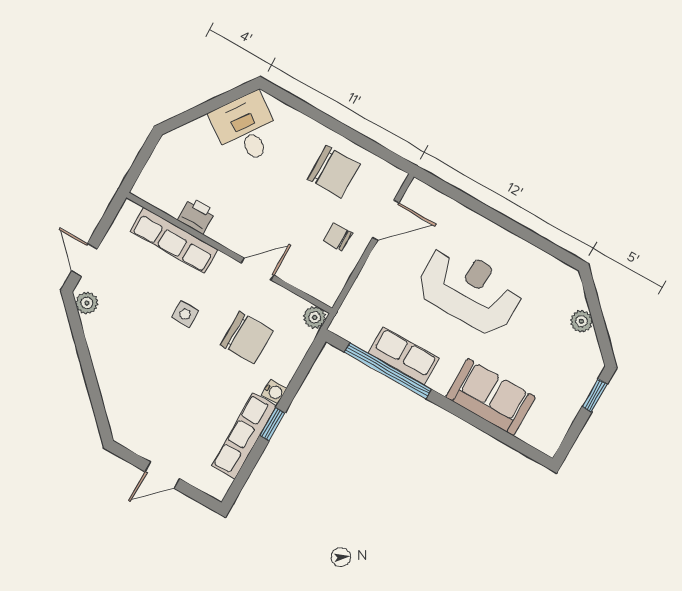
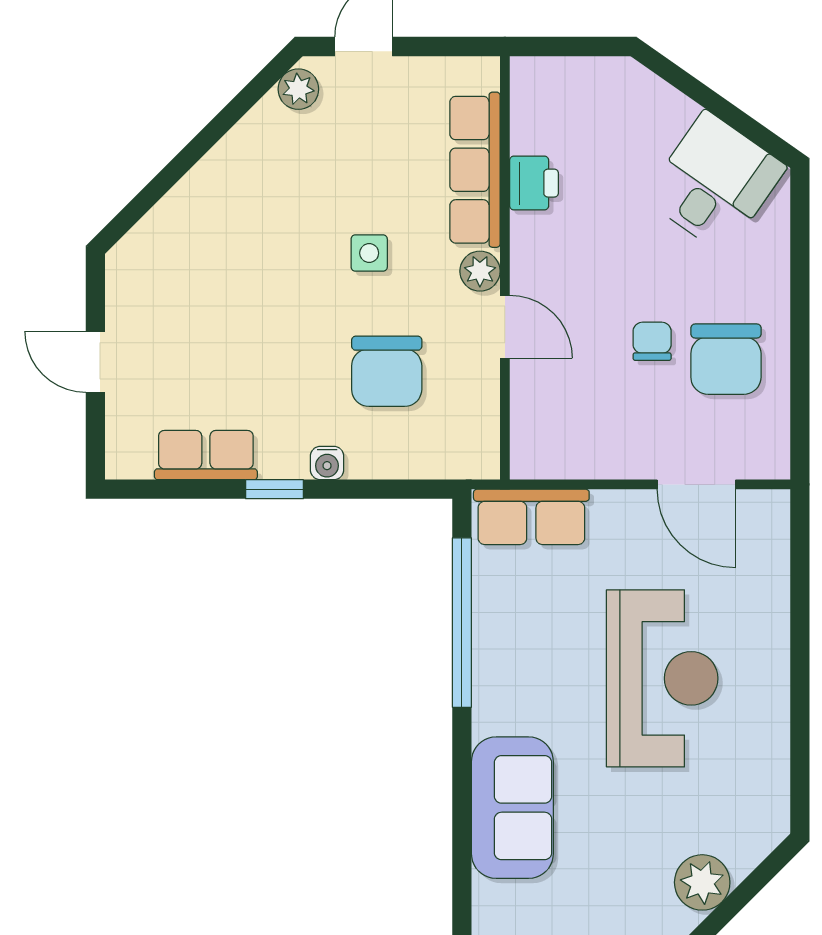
chair: (338, 237) -> (652, 341), moved
plant: (315, 317) -> (480, 271), moved
plant: (581, 321) -> (702, 882), width x1.38, depth x1.38
row of seats: (404, 356) -> (531, 517), moved, turned 90
row of seats: (244, 436) -> (206, 455), width x0.68

